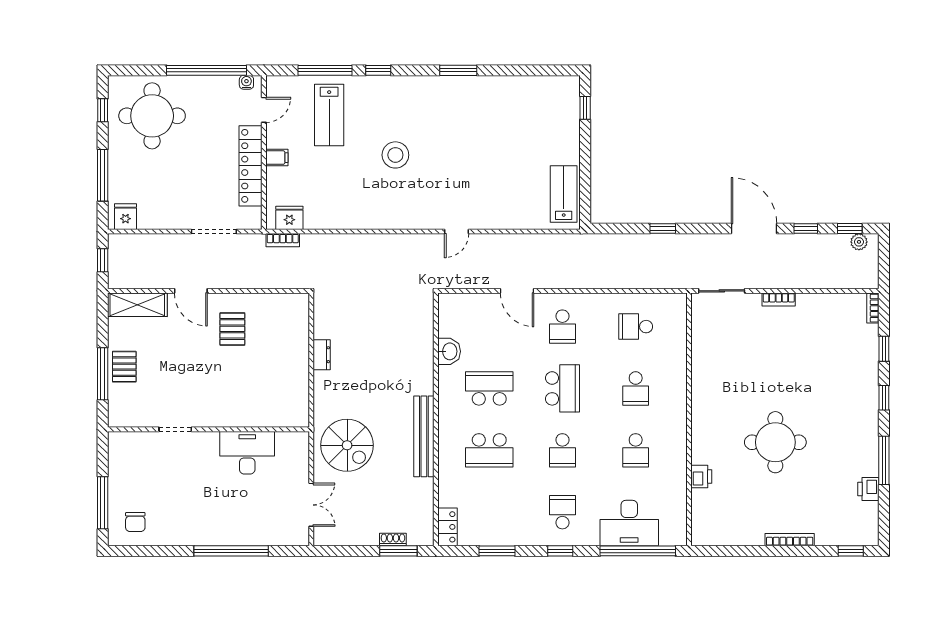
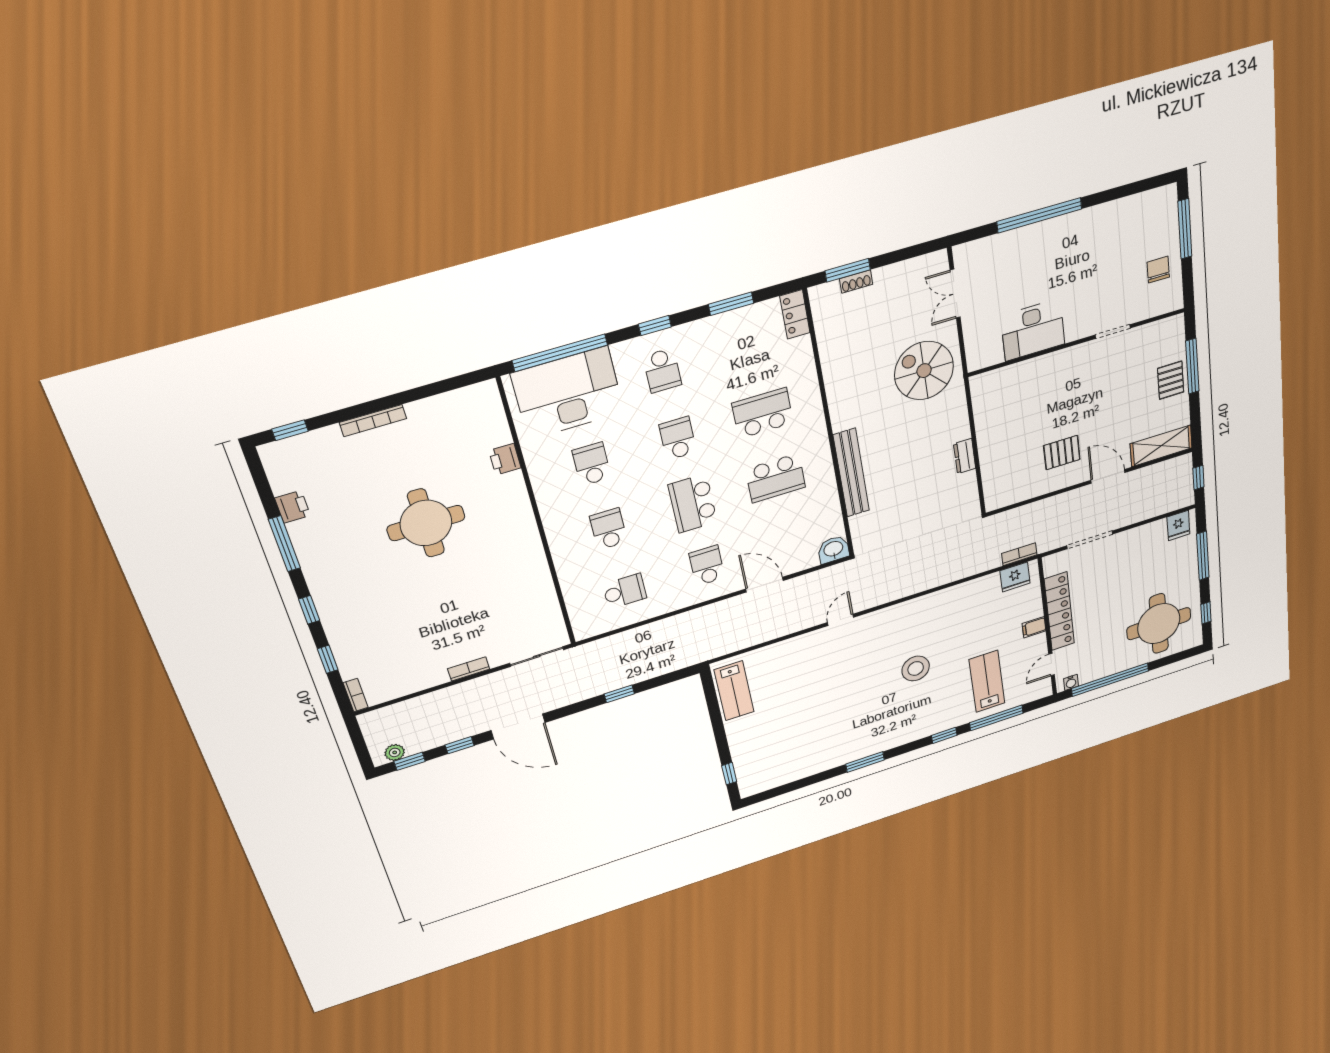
pallet: (232, 329) -> (1062, 453), turned 90
washbasin: (449, 351) -> (833, 549), moved, turned 90
bench: (424, 436) -> (851, 473), moved
chair: (135, 522) -> (1158, 270), moved
desk: (629, 523) -> (568, 393), width x1.36, depth x1.30

